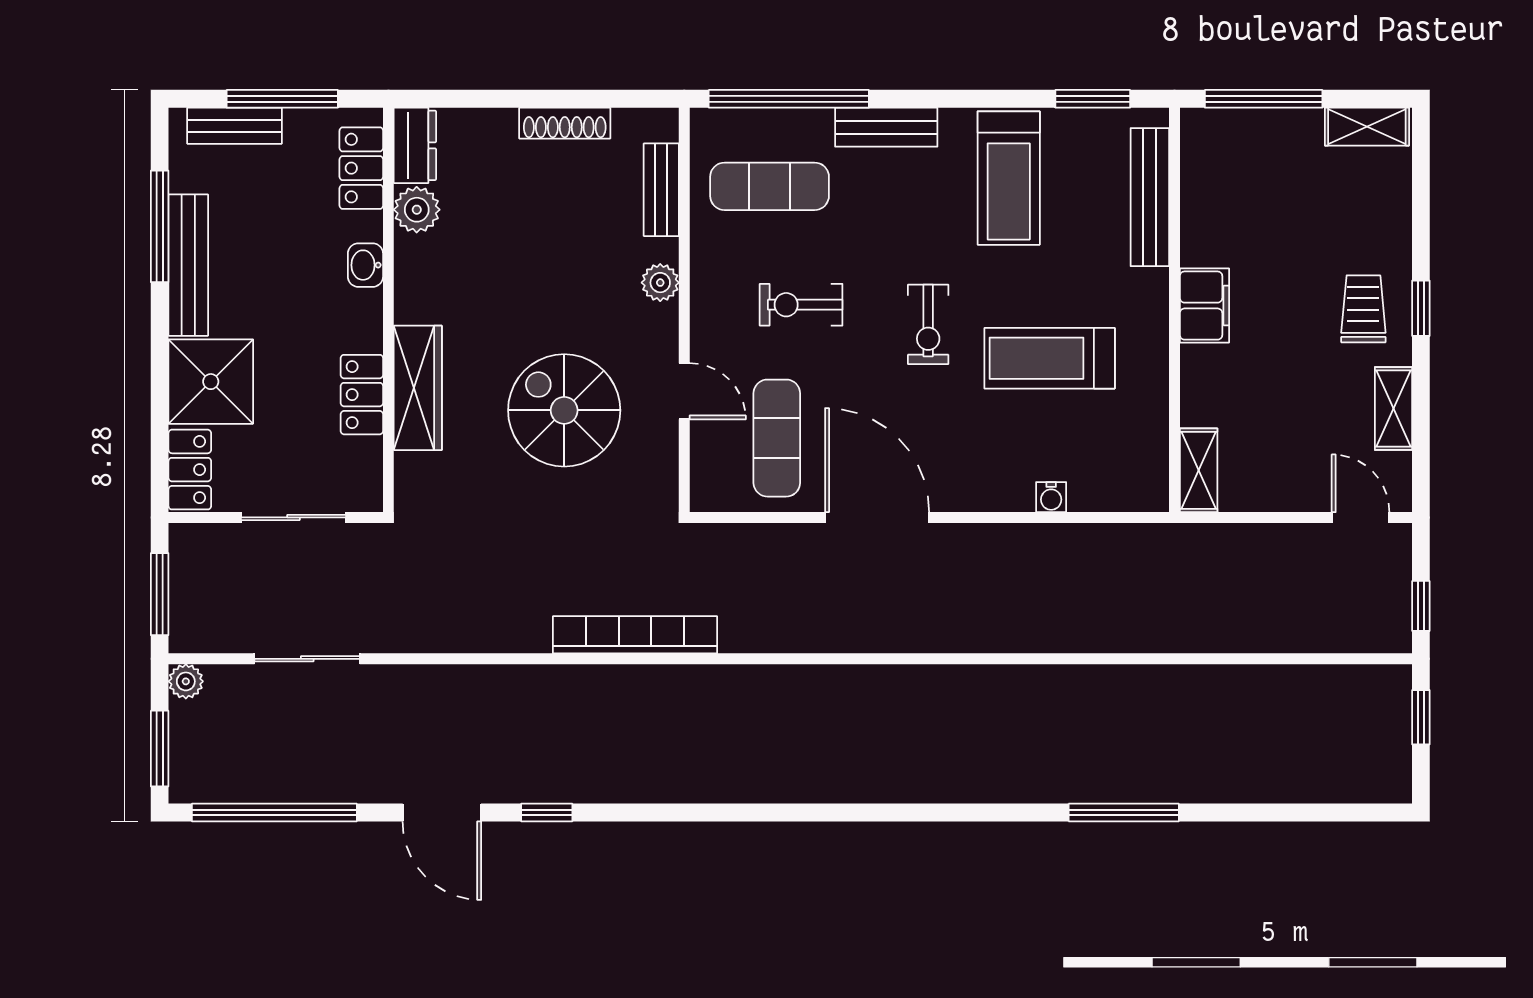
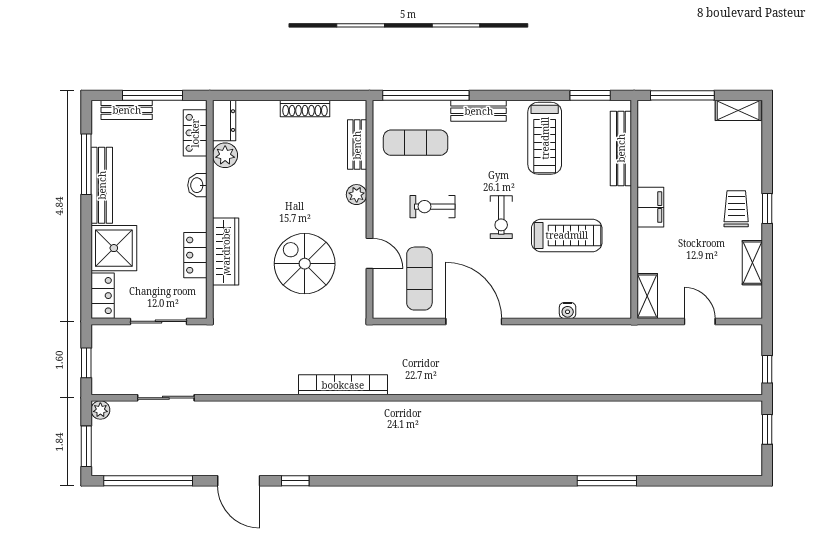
treadmill: (1050, 358) -> (567, 235), turned 180
door: (1361, 517) -> (700, 321), moved
window: (160, 594) -> (86, 363), width x0.67

